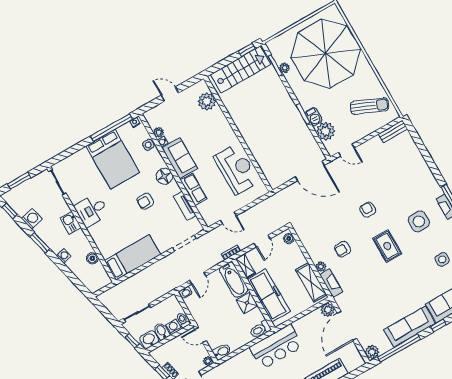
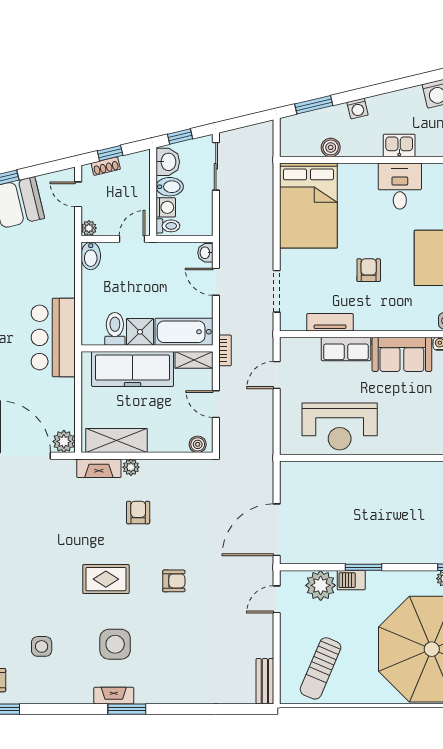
floor lamp: (164, 176) -> (389, 318), removed
window: (40, 243) -> (314, 105), moved
bed: (132, 257) -> (308, 206), width x1.50
toilet: (260, 329) -> (115, 329), moved

